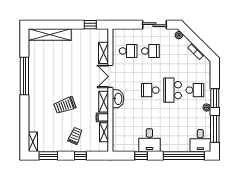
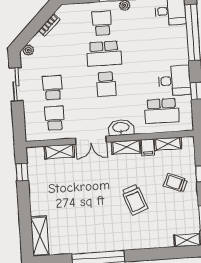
shelving: (50, 35) -> (40, 236), width x0.68
school desk: (128, 129) -> (162, 111), added

